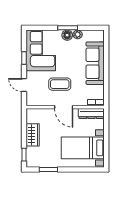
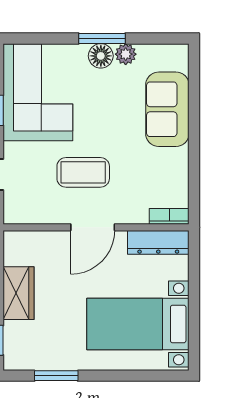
sofa: (95, 63) -> (167, 109), width x0.73
door: (64, 107) -> (93, 227), hinge flipped

